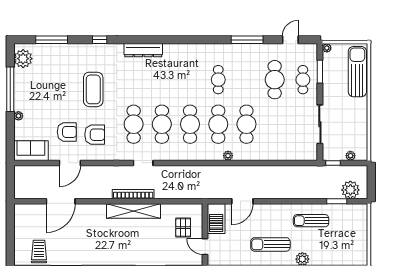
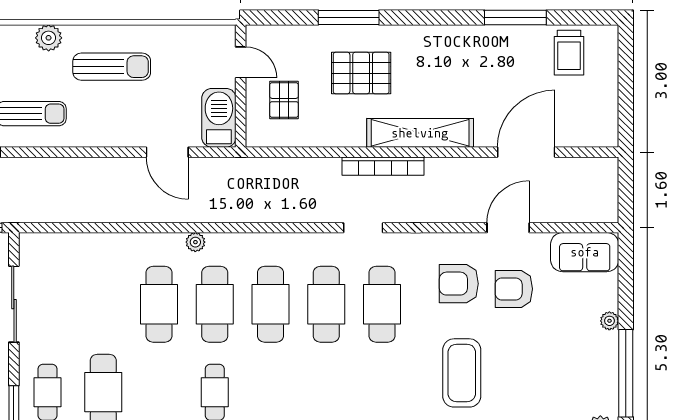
door: (242, 201) -> (167, 152), swing flipped
shelving: (134, 211) -> (420, 133), moved
pallet: (144, 241) -> (361, 73), added

